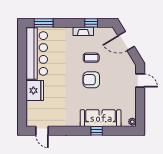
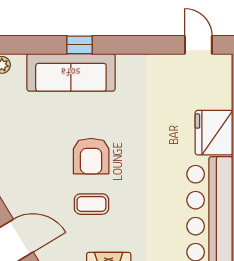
armchair: (91, 80) -> (91, 156), turned 90

